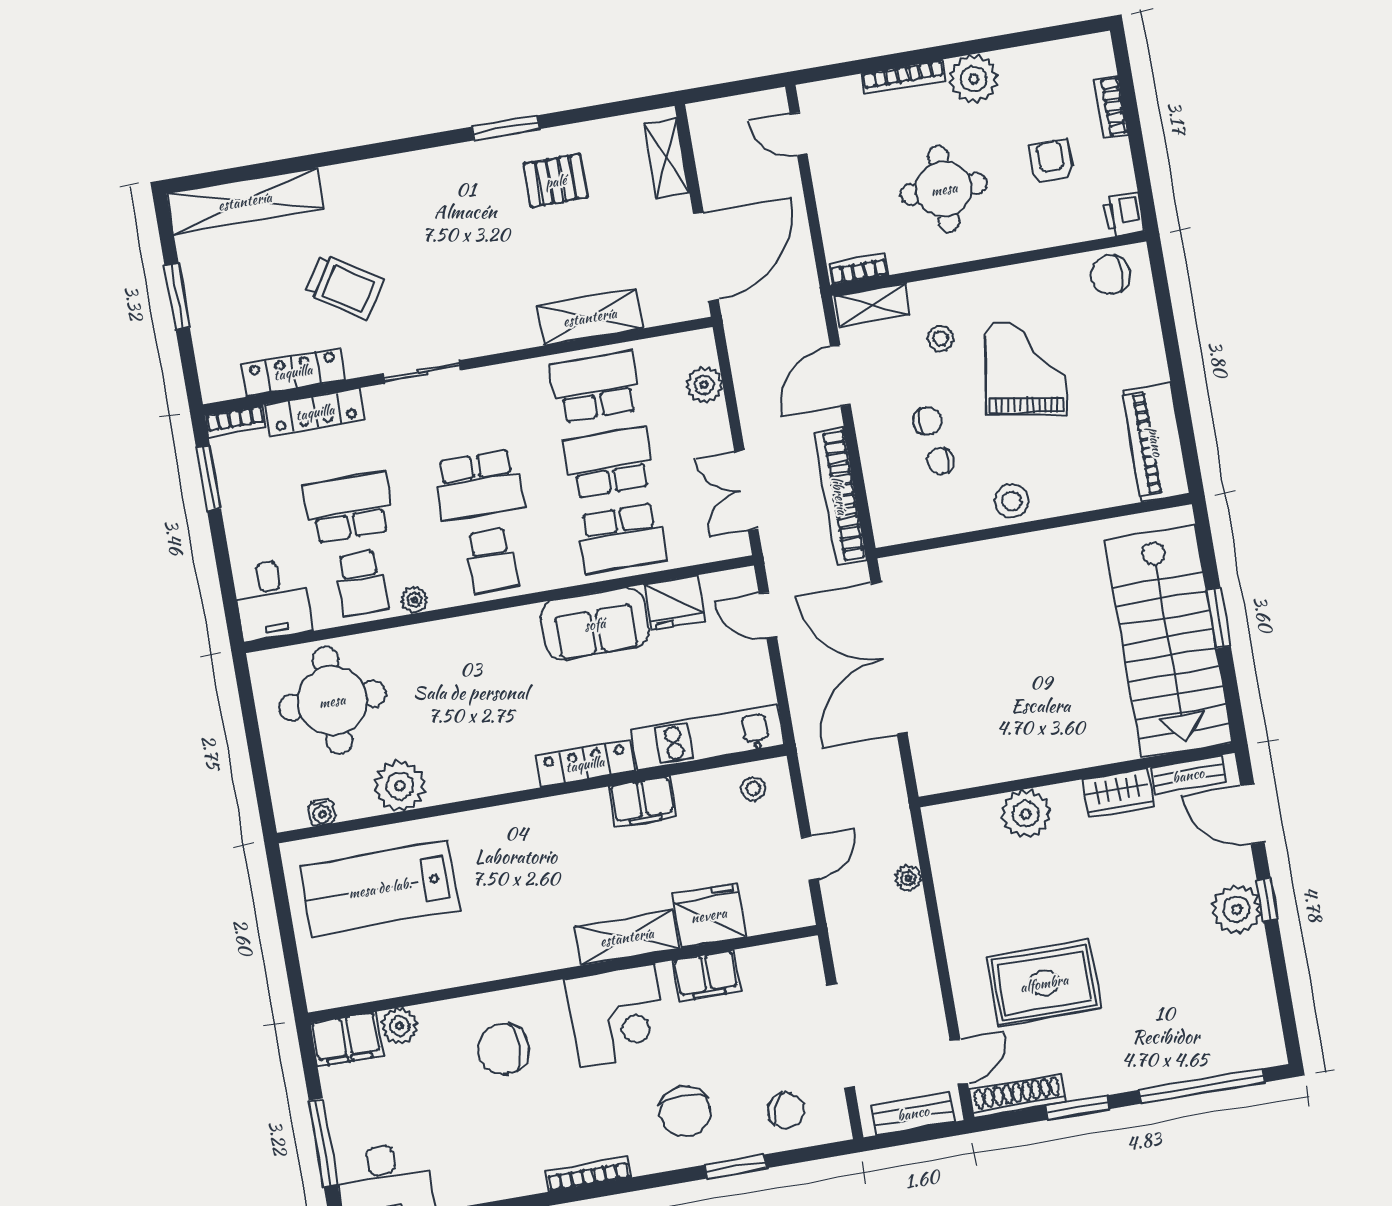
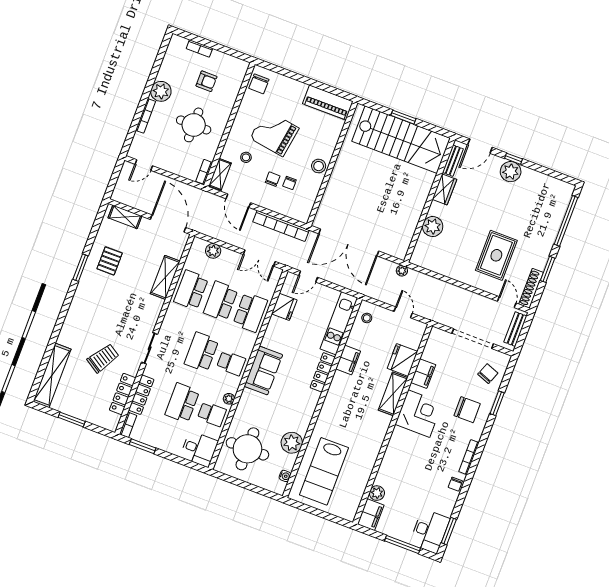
armchair: (1051, 162) -> (206, 81), turned 180
printer: (1123, 215) -> (240, 67), removed
school desk: (478, 485) -> (201, 352), turned 180
sofa: (595, 624) -> (263, 370), moved
plant: (908, 878) -> (402, 271), moved
chair: (503, 1049) -> (455, 484), moved, width x0.54, depth x0.54

